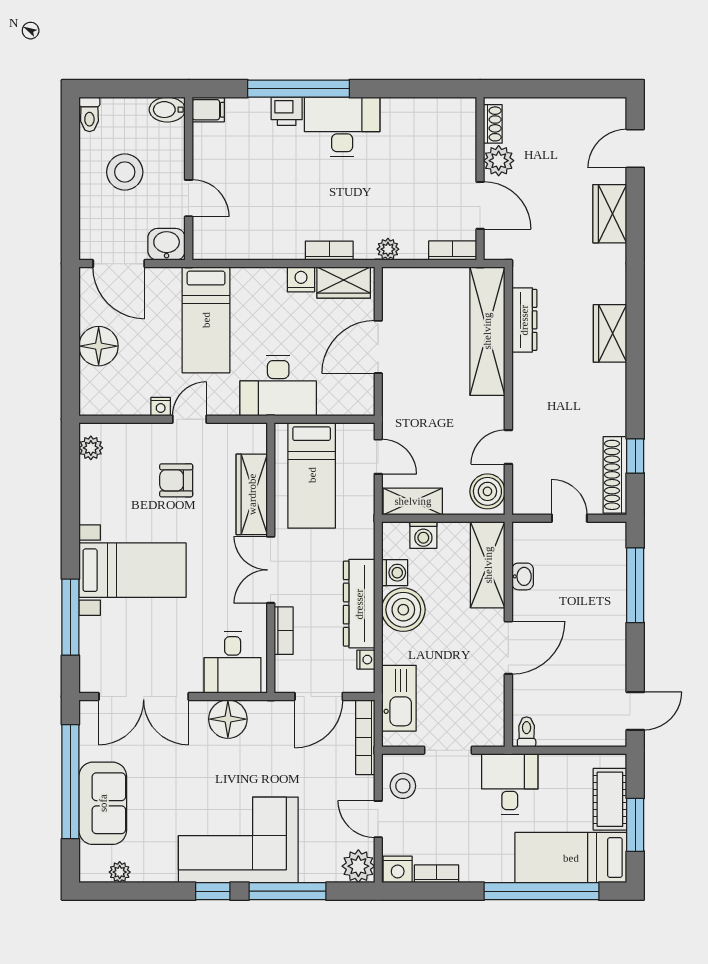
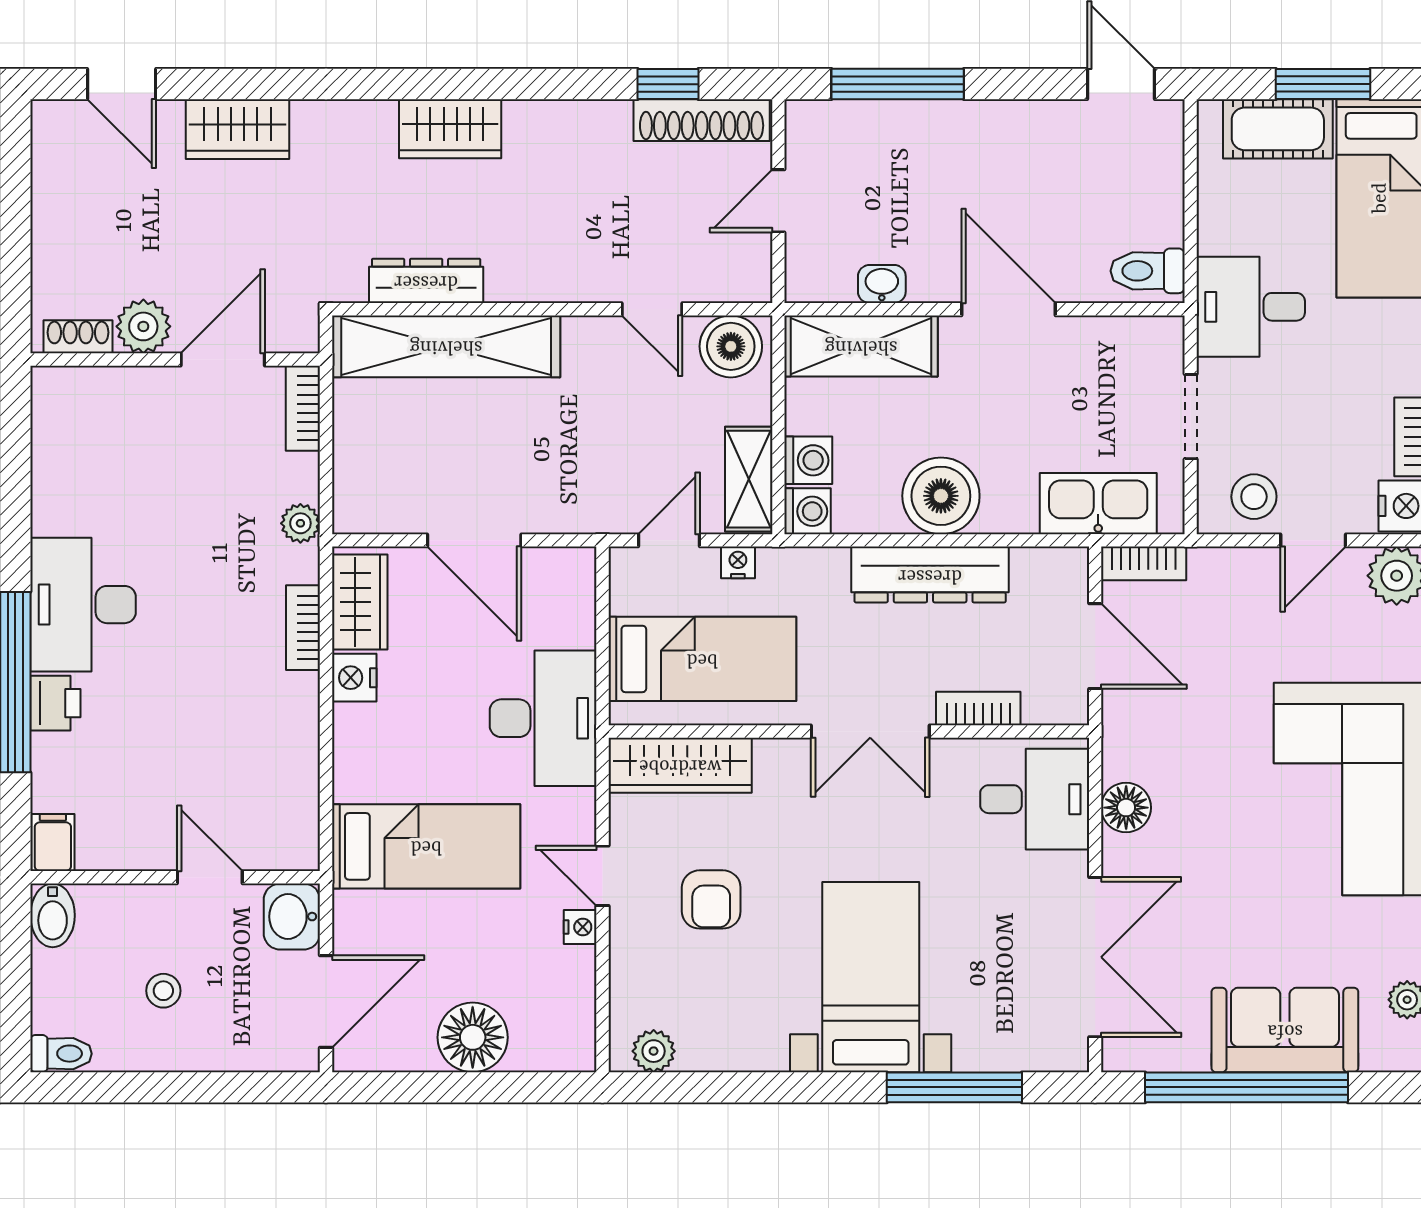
stool: (125, 172) -> (163, 991), width x0.53, depth x0.53
door: (189, 198) -> (210, 877), hinge flipped
wardrobe: (252, 494) -> (680, 765), moved
washing machine: (395, 573) -> (808, 511), moved, turned 90
nightstand: (366, 660) -> (738, 562), moved
floor lamp: (228, 719) -> (1126, 808), width x0.73, depth x0.73
toilet: (527, 732) -> (1148, 271), width x1.37, depth x1.39
bookcase: (365, 737) -> (1144, 563), width x0.64

